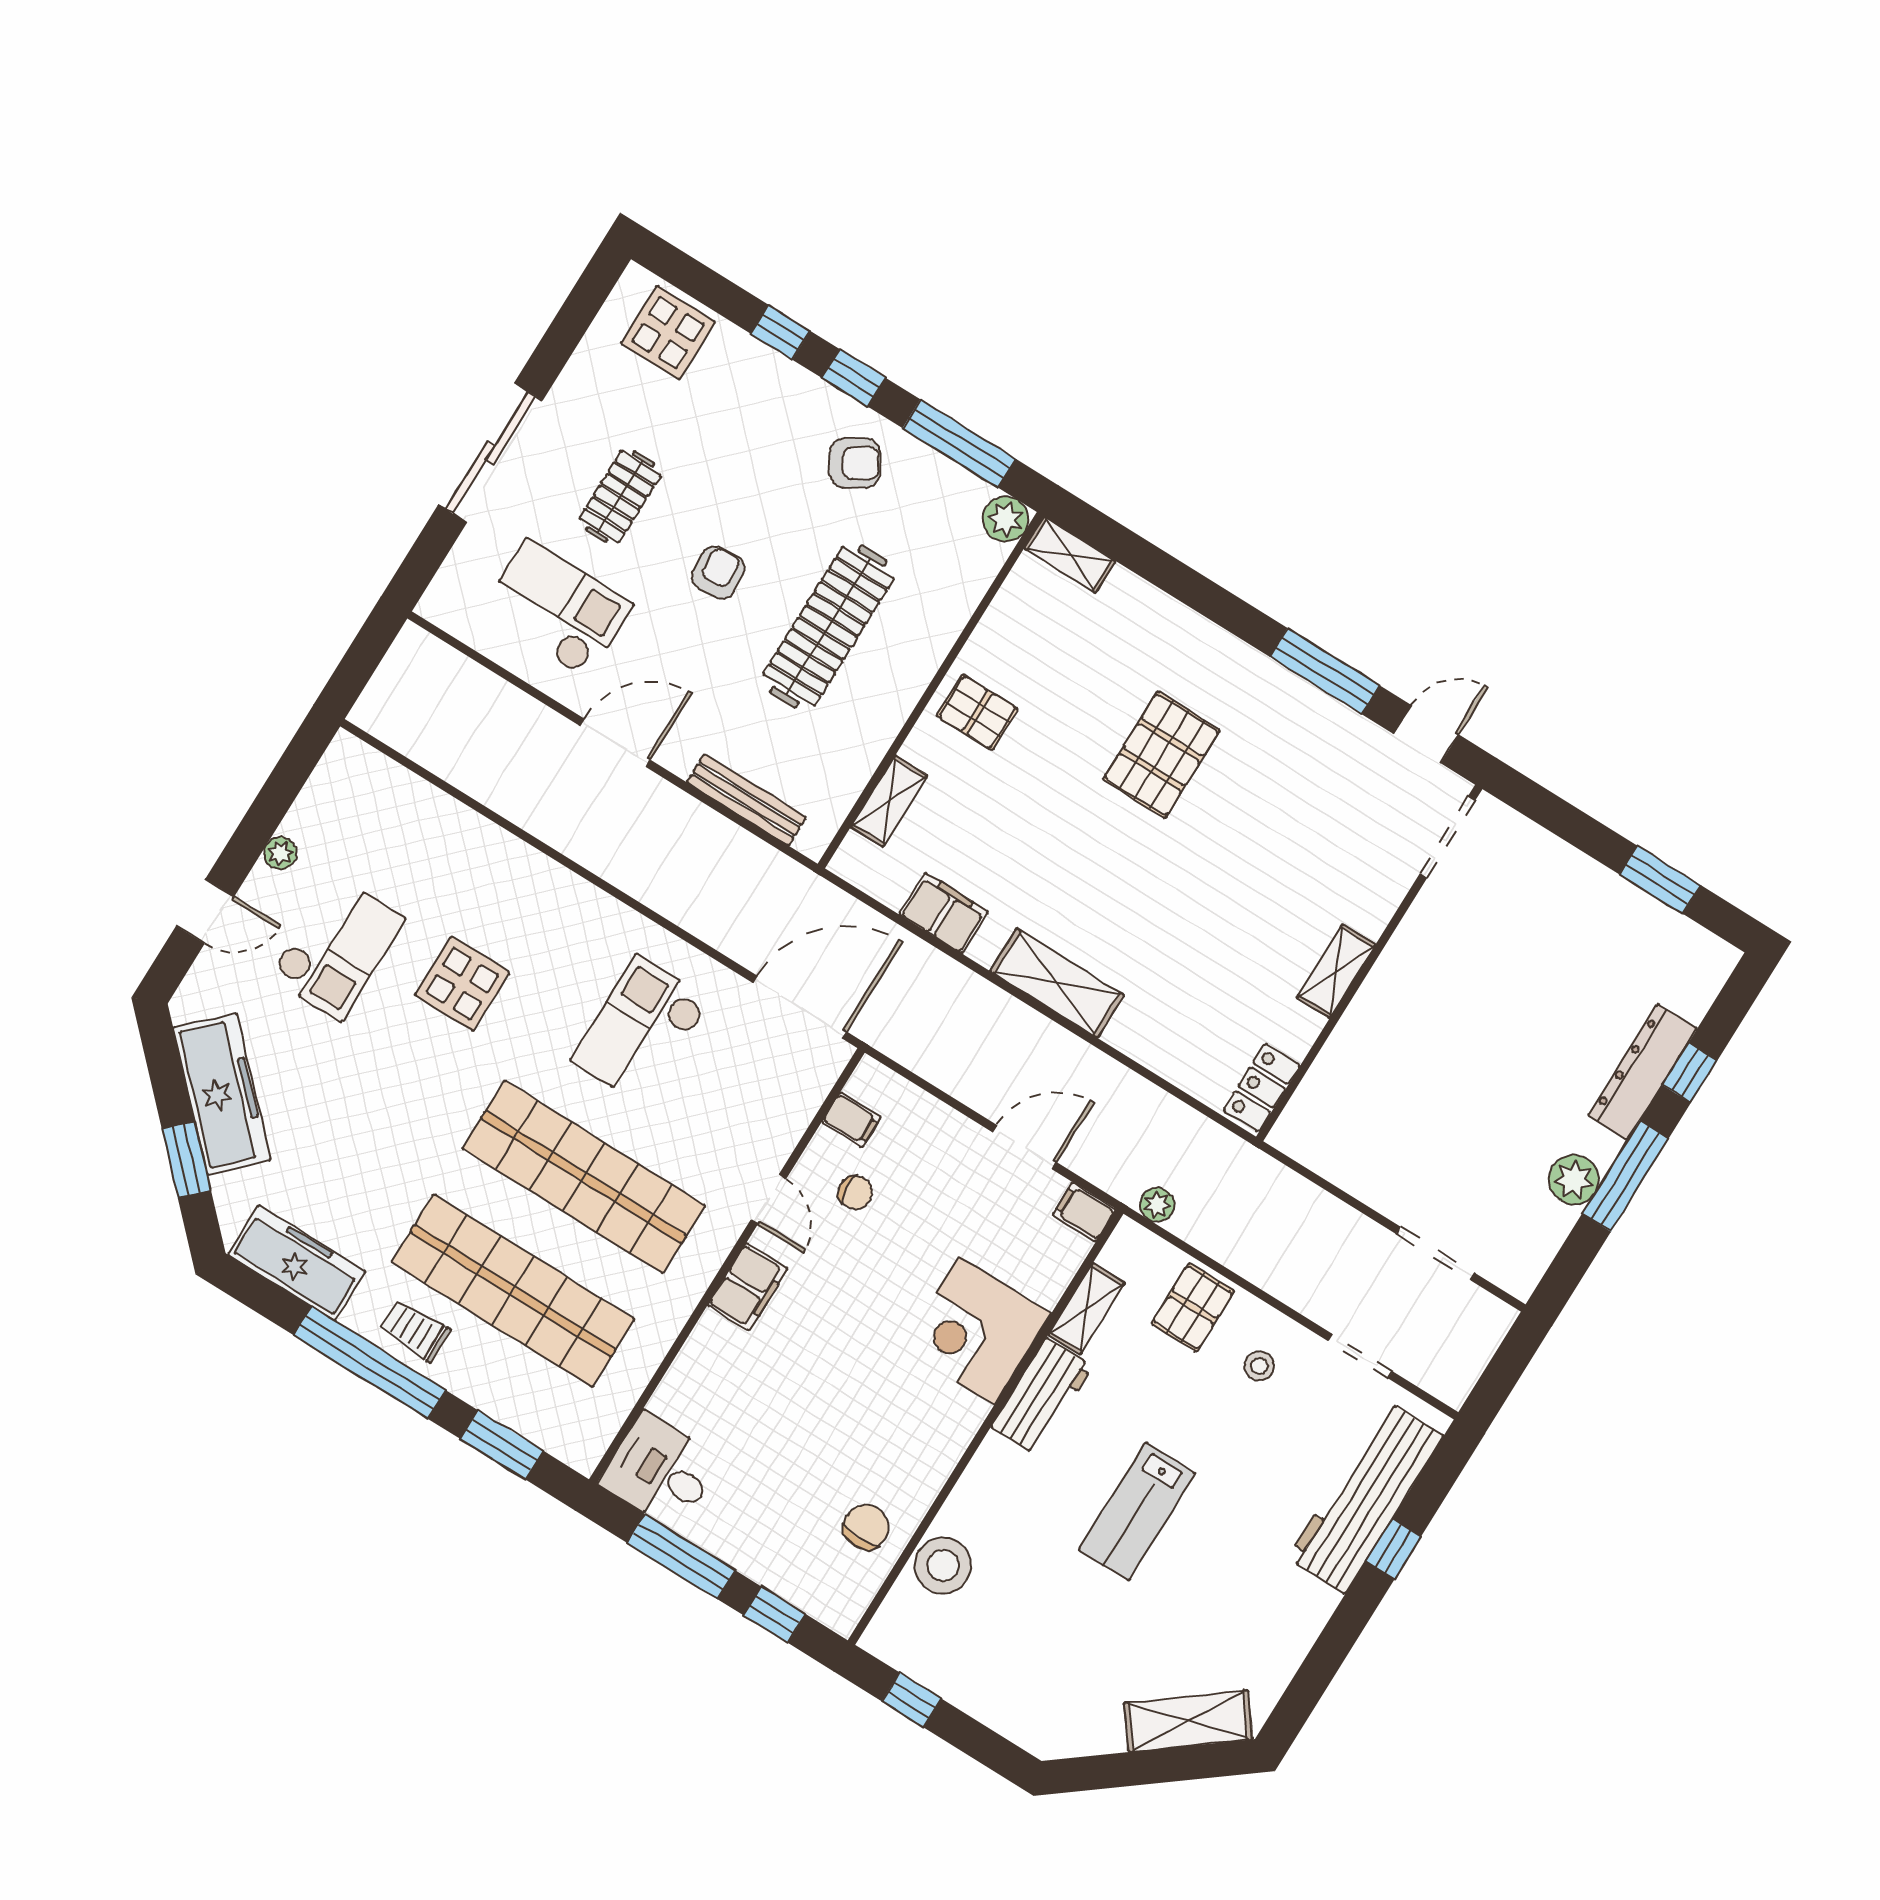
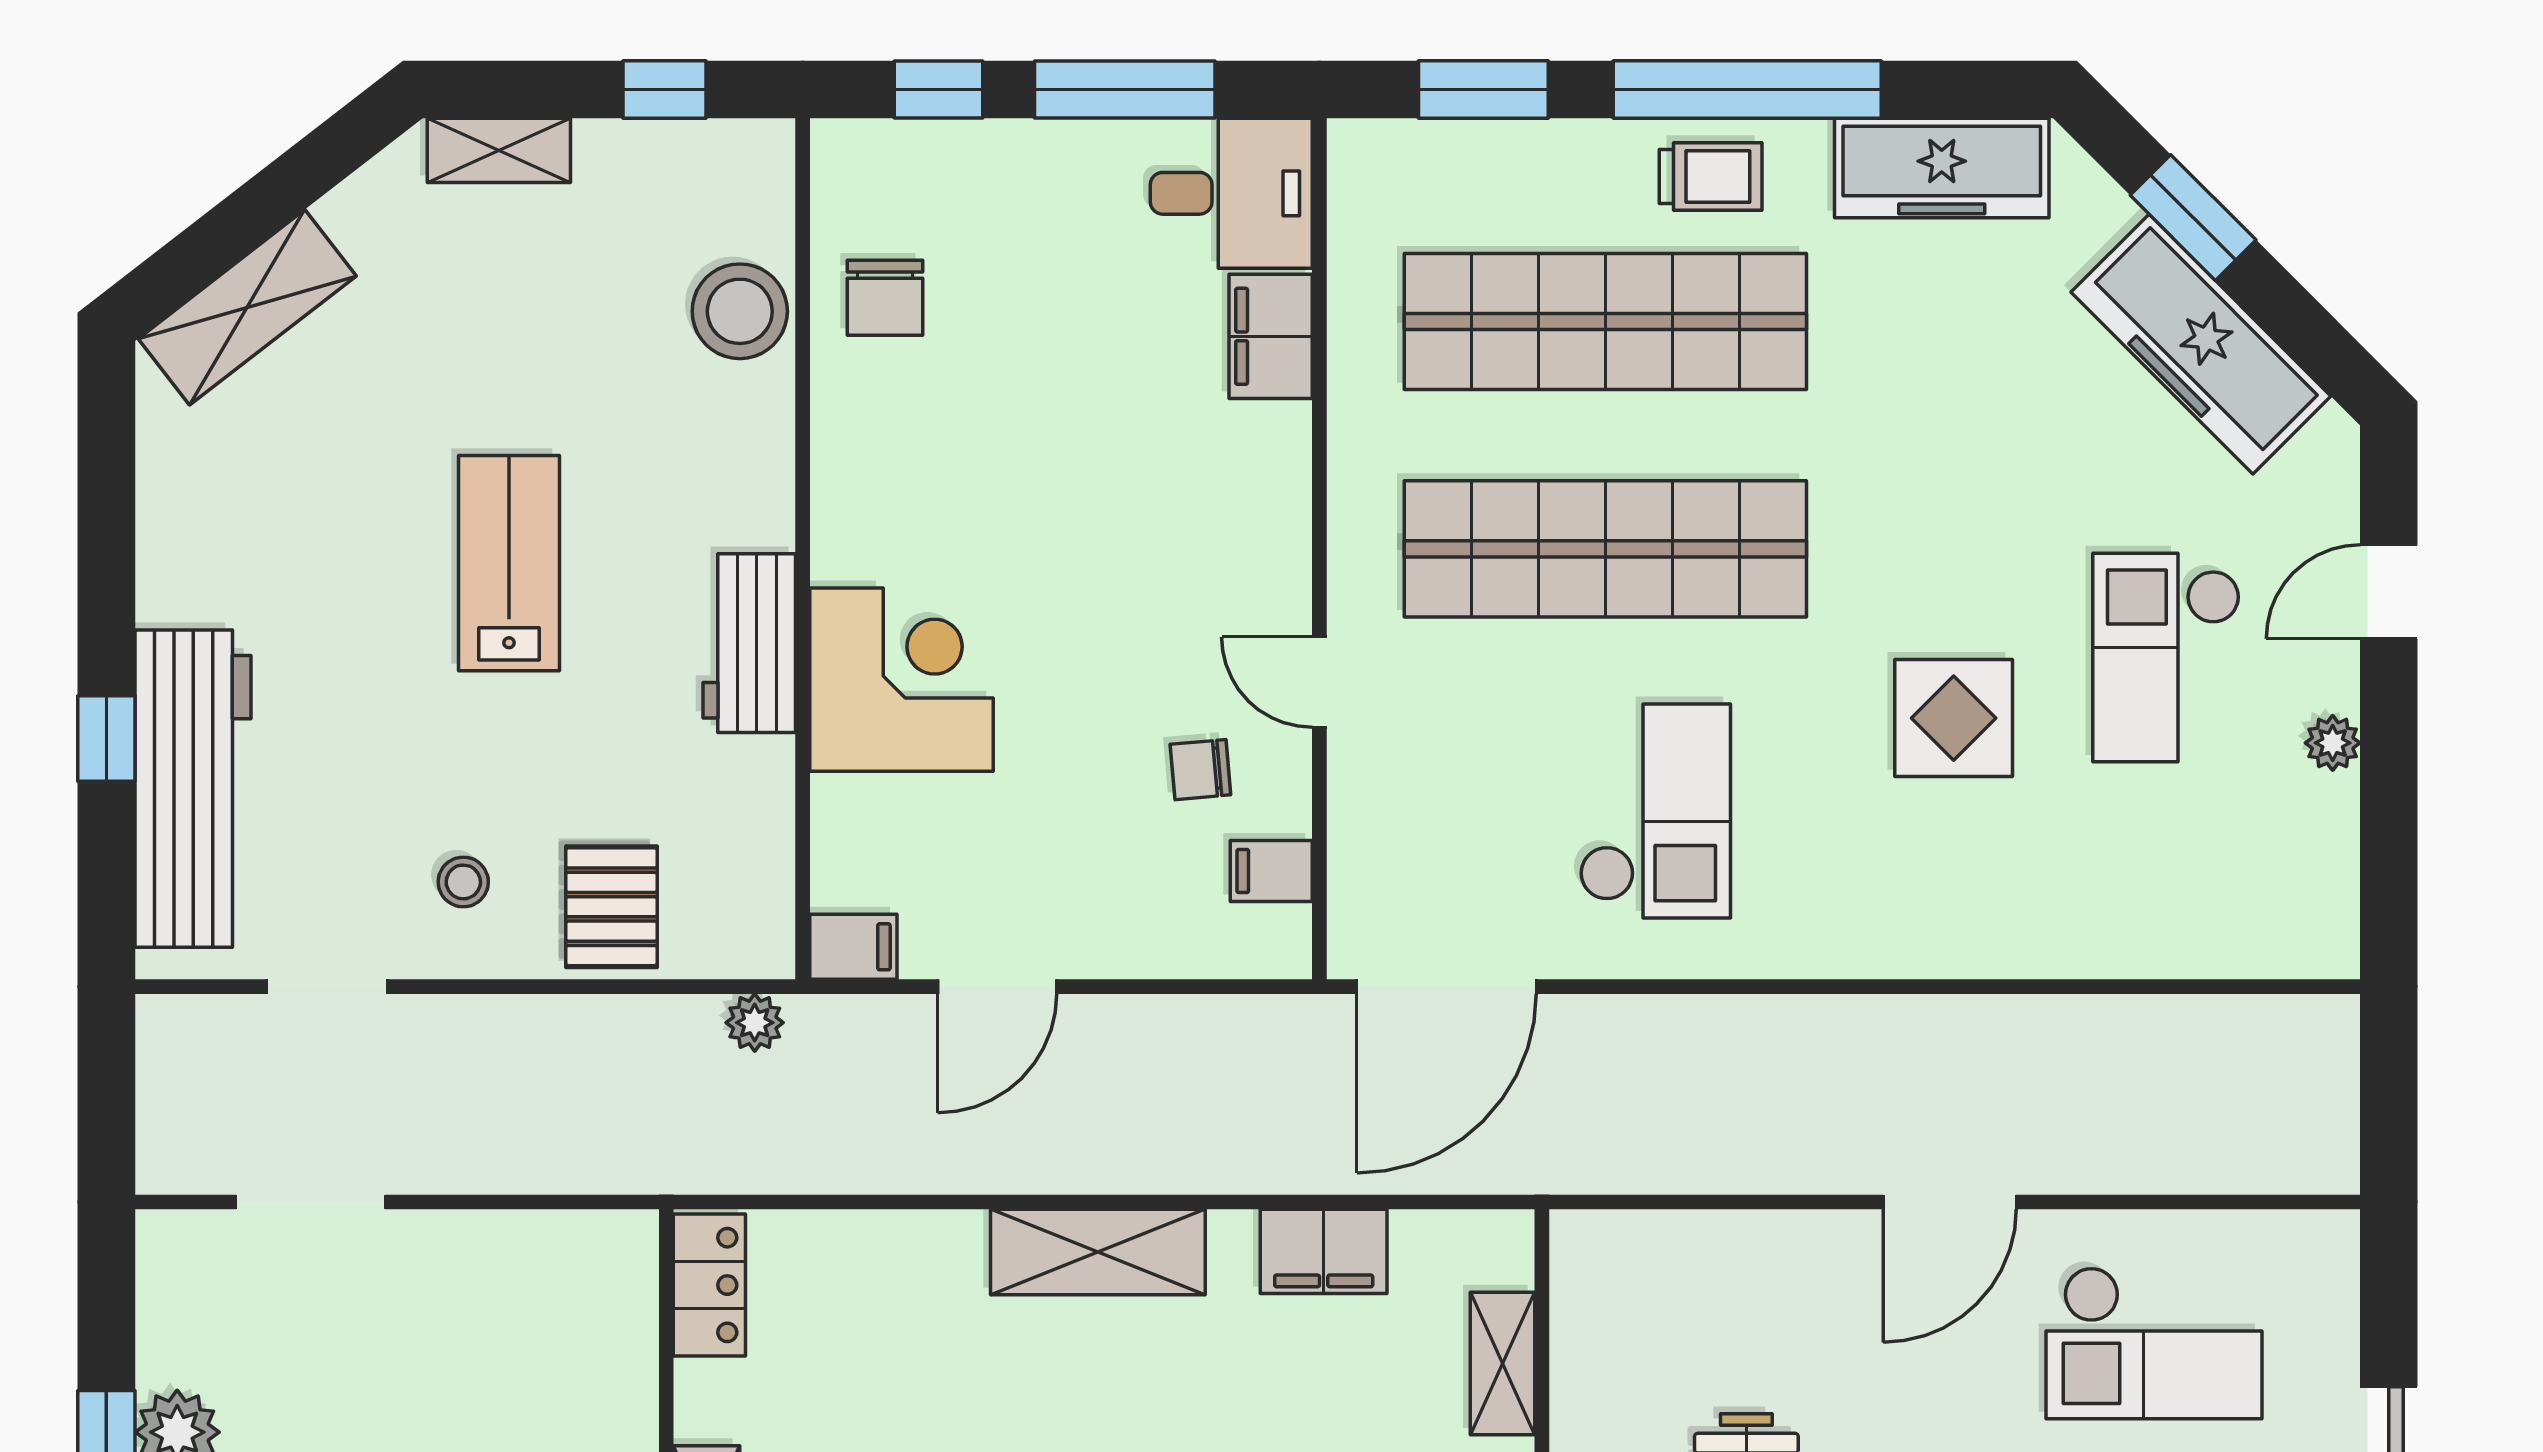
bench: (746, 800) -> (1709, 1238), removed
filing cabinet: (748, 1287) -> (1271, 336), moved
shelving: (1087, 1309) -> (499, 150), moved, turned 90

